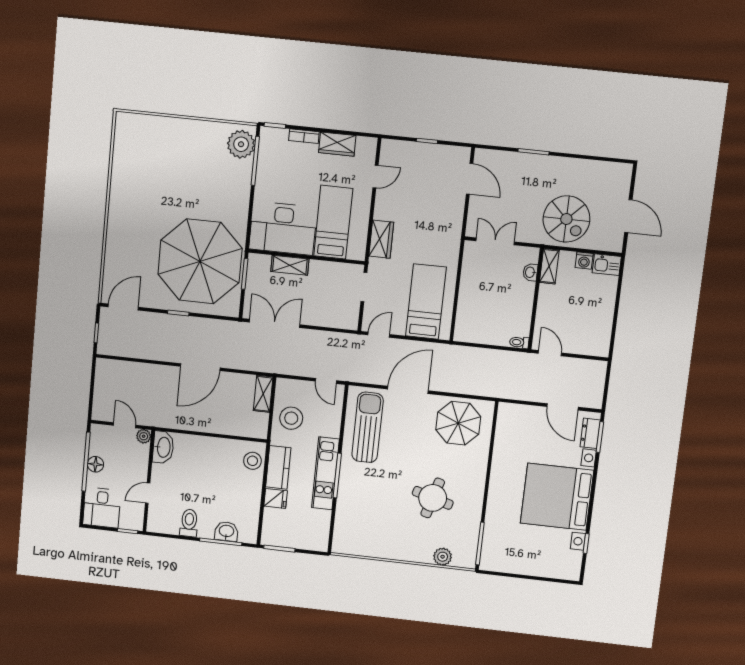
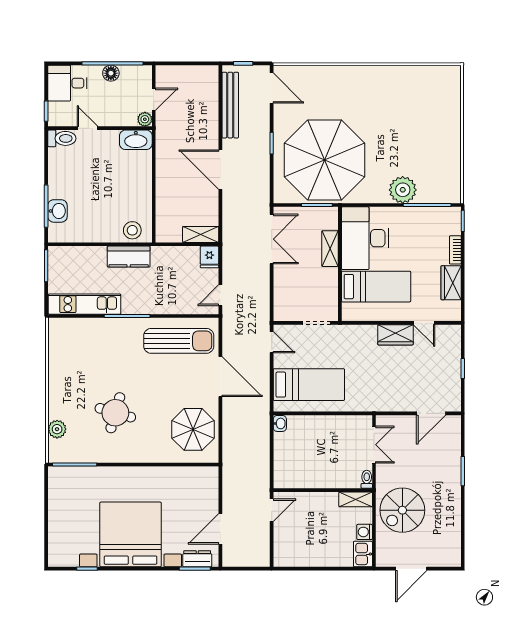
plant: (241, 144) -> (403, 190), moved
wardrobe: (381, 239) -> (395, 335), moved
washbasin: (530, 272) -> (280, 423), moved, turned 90
toilet: (519, 342) -> (367, 479), moved
bench: (137, 350) -> (230, 105), added
stool: (291, 418) -> (179, 265), removed
kitchen unit: (325, 473) -> (84, 304), moved
fridge: (276, 498) -> (209, 257), moved
toilet: (189, 523) -> (62, 138), moved

